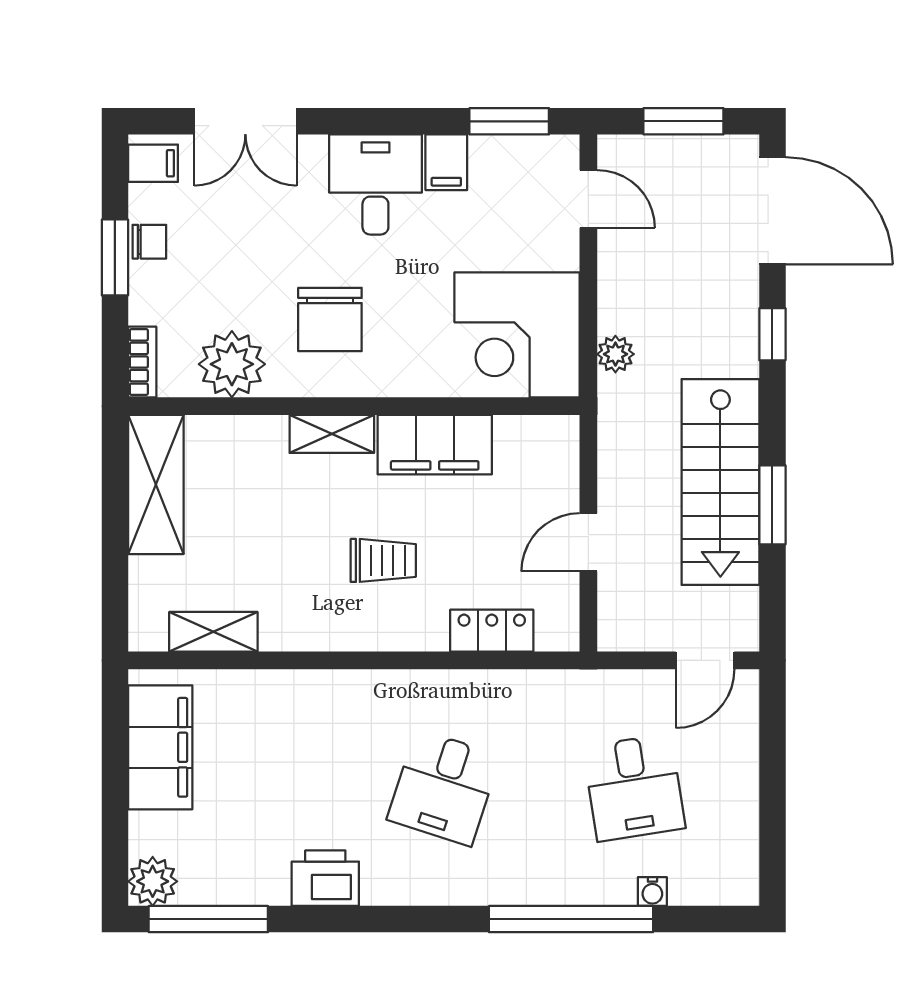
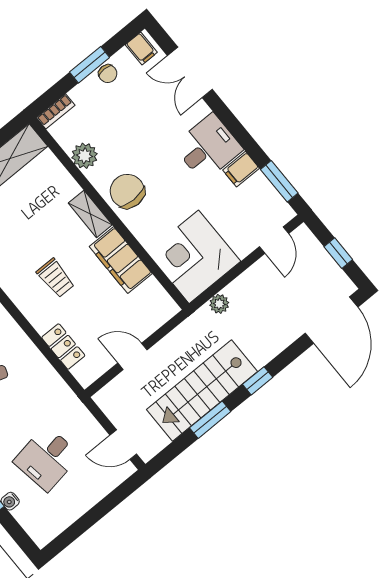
window: (683, 121) -> (338, 253), width x0.67
chair: (330, 320) -> (127, 191), moved, turned 90
window: (772, 334) -> (258, 381), moved
plant: (232, 364) -> (85, 156), width x0.73, depth x0.73

